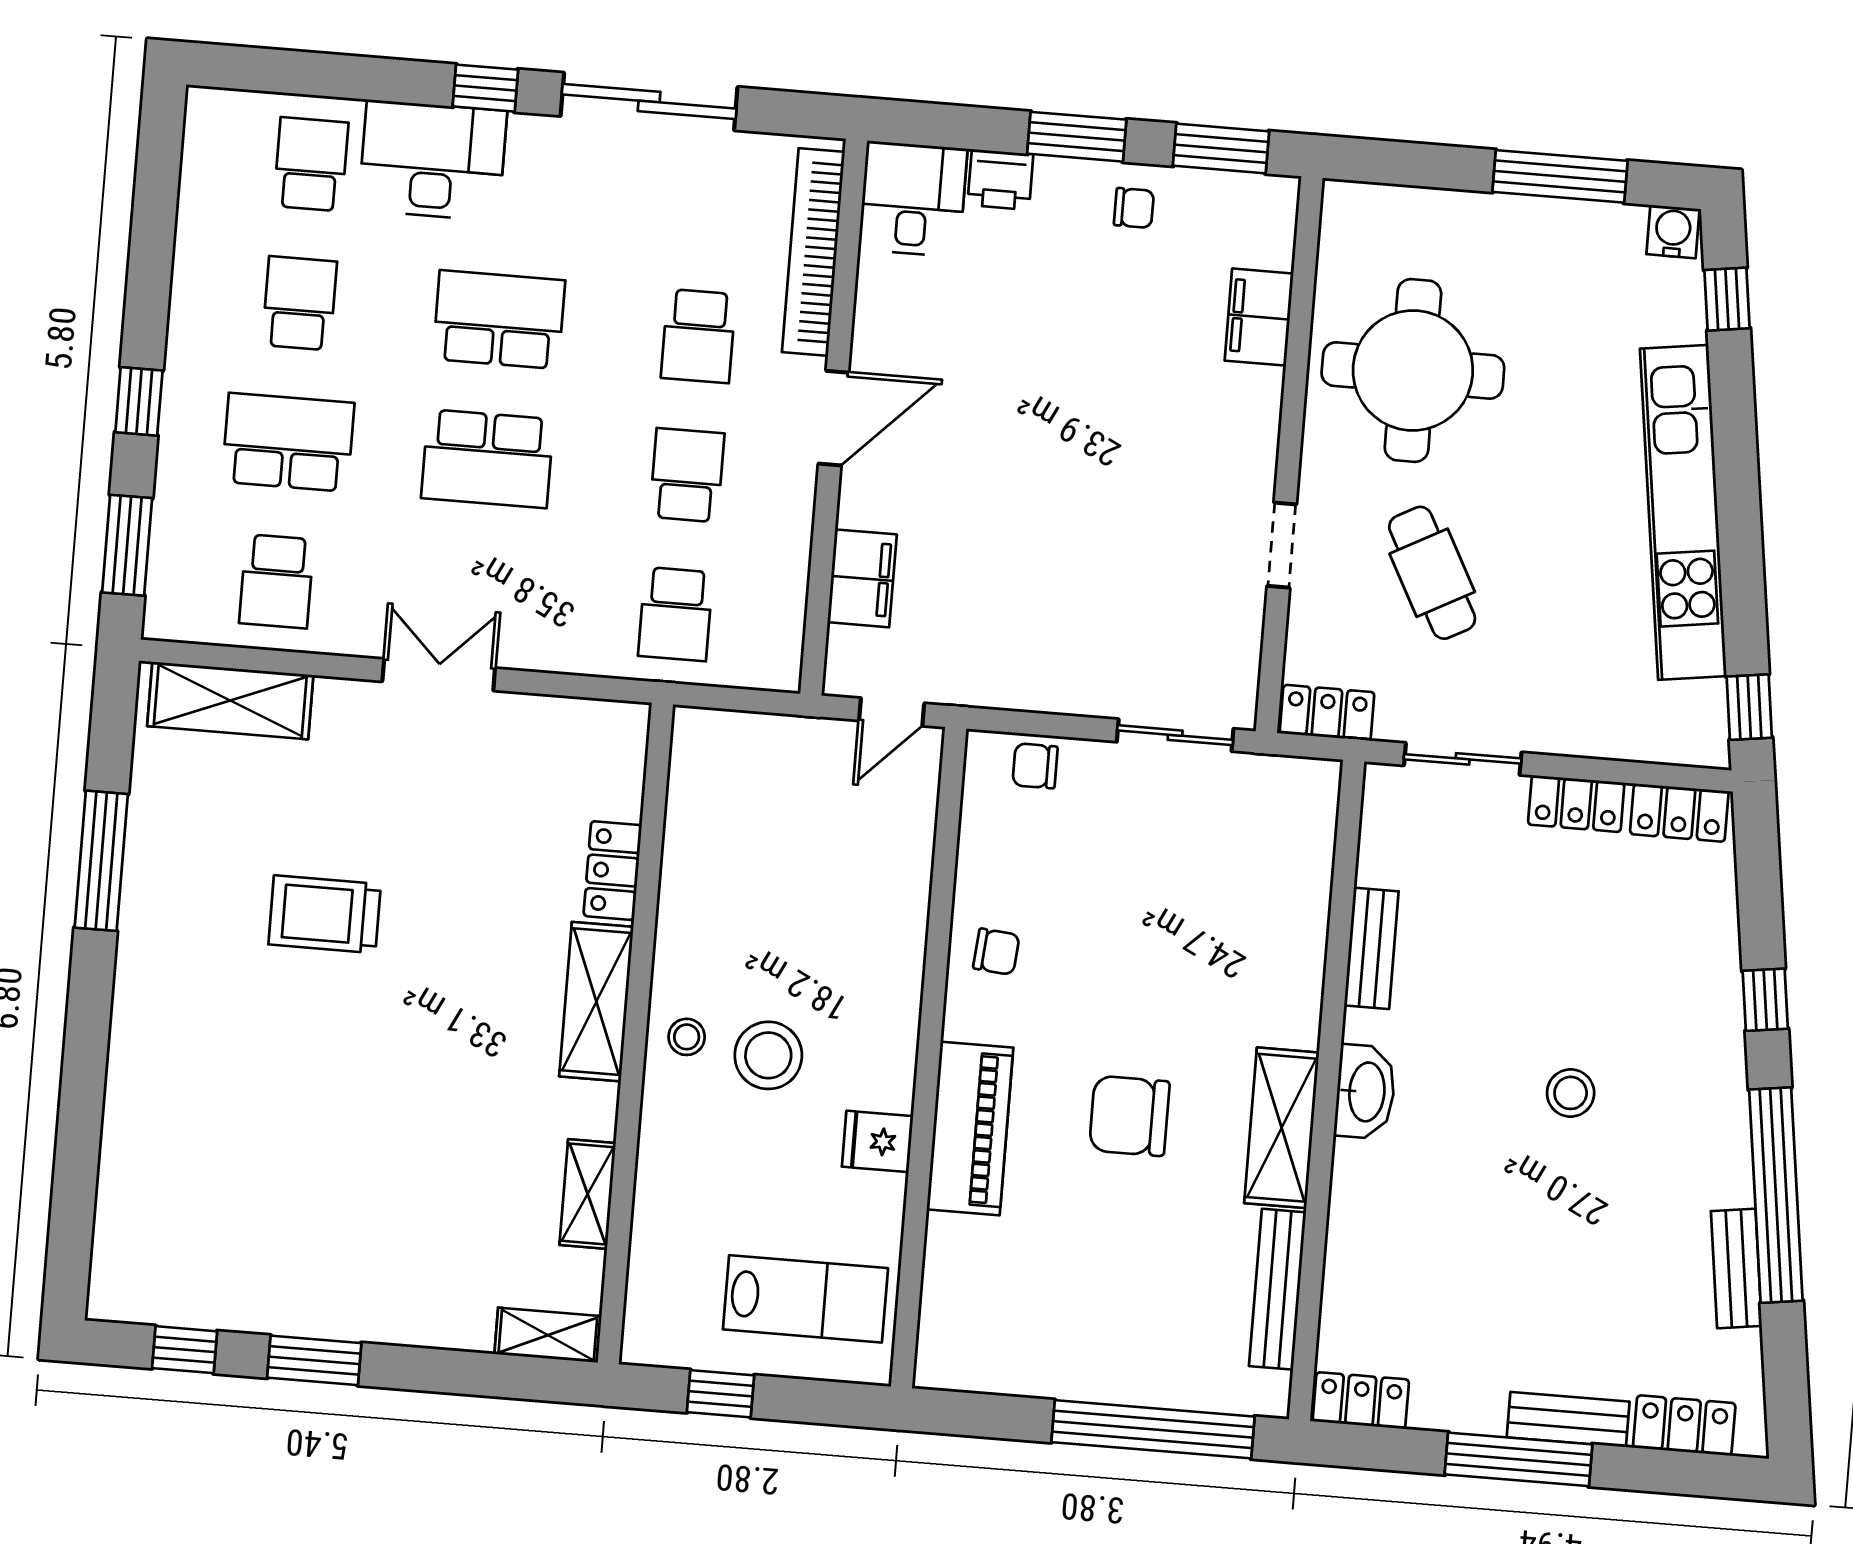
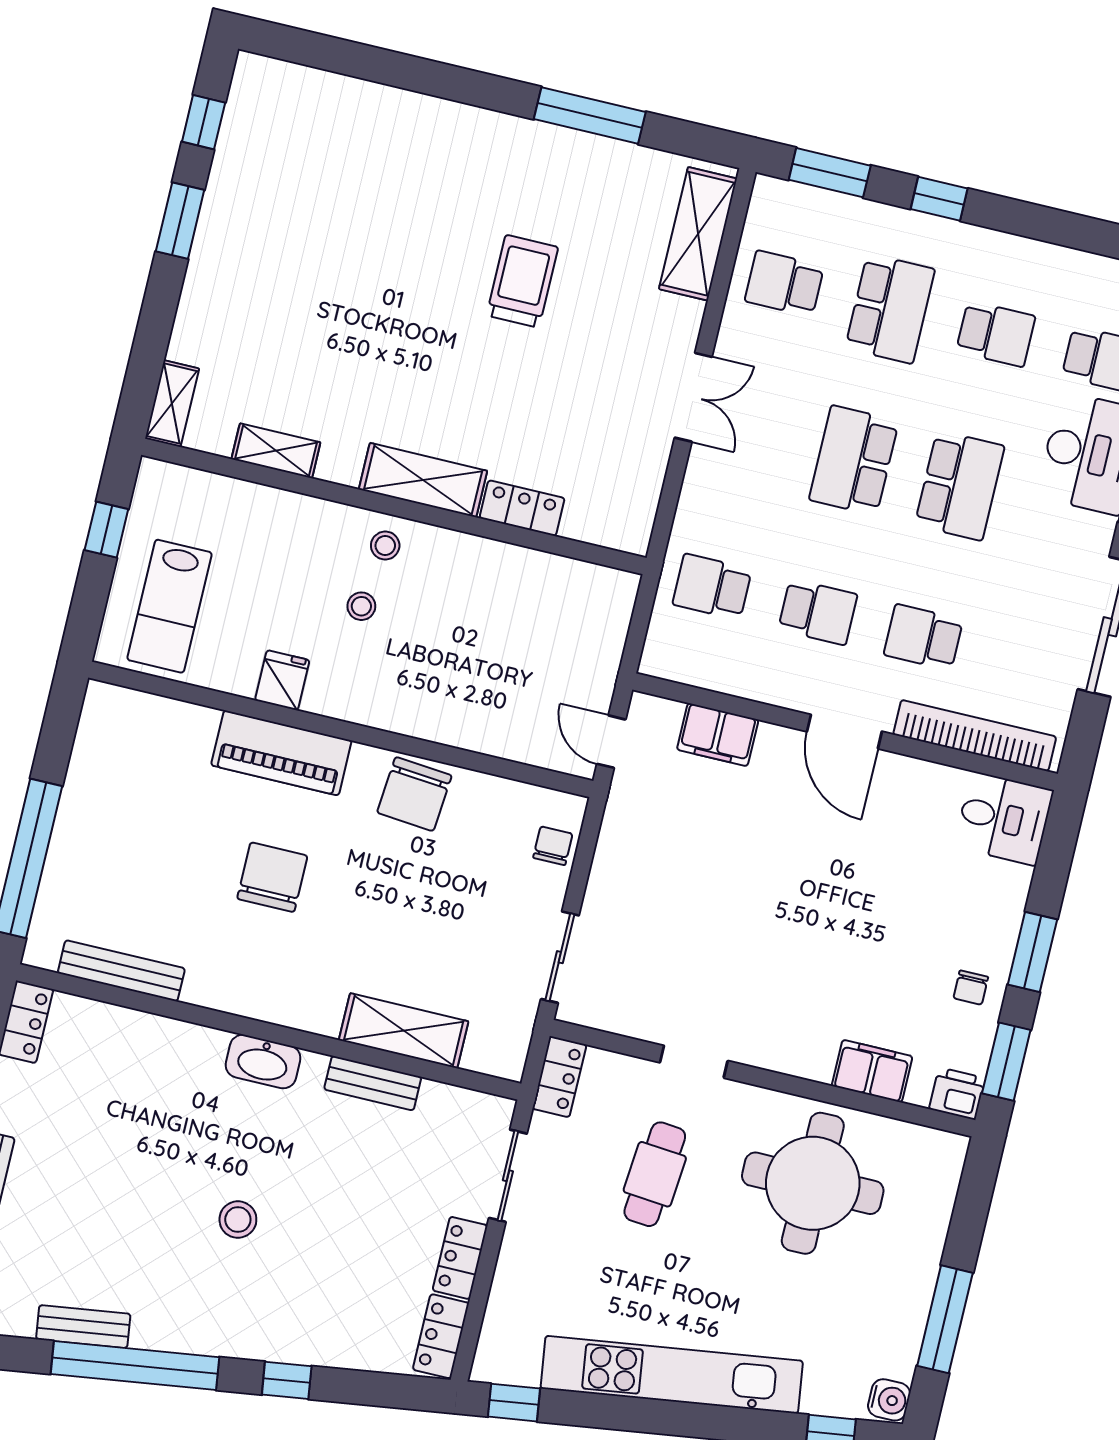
printer: (1000, 180) -> (957, 1094), moved, turned 90
cafe table: (1432, 573) -> (655, 1174), turned -57
chair: (996, 952) -> (414, 794), width x1.87, depth x1.87
stool: (768, 1055) -> (361, 606), width x0.53, depth x0.53
shelving: (1282, 1128) -> (404, 1031), moved

